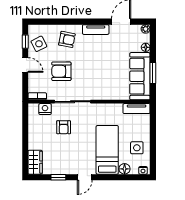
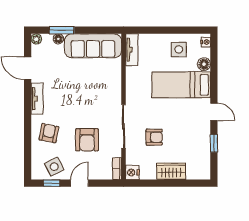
window: (153, 73) -> (62, 30), moved
nightstand: (45, 109) -> (132, 172), moved
wardrobe: (35, 162) -> (171, 171), moved

